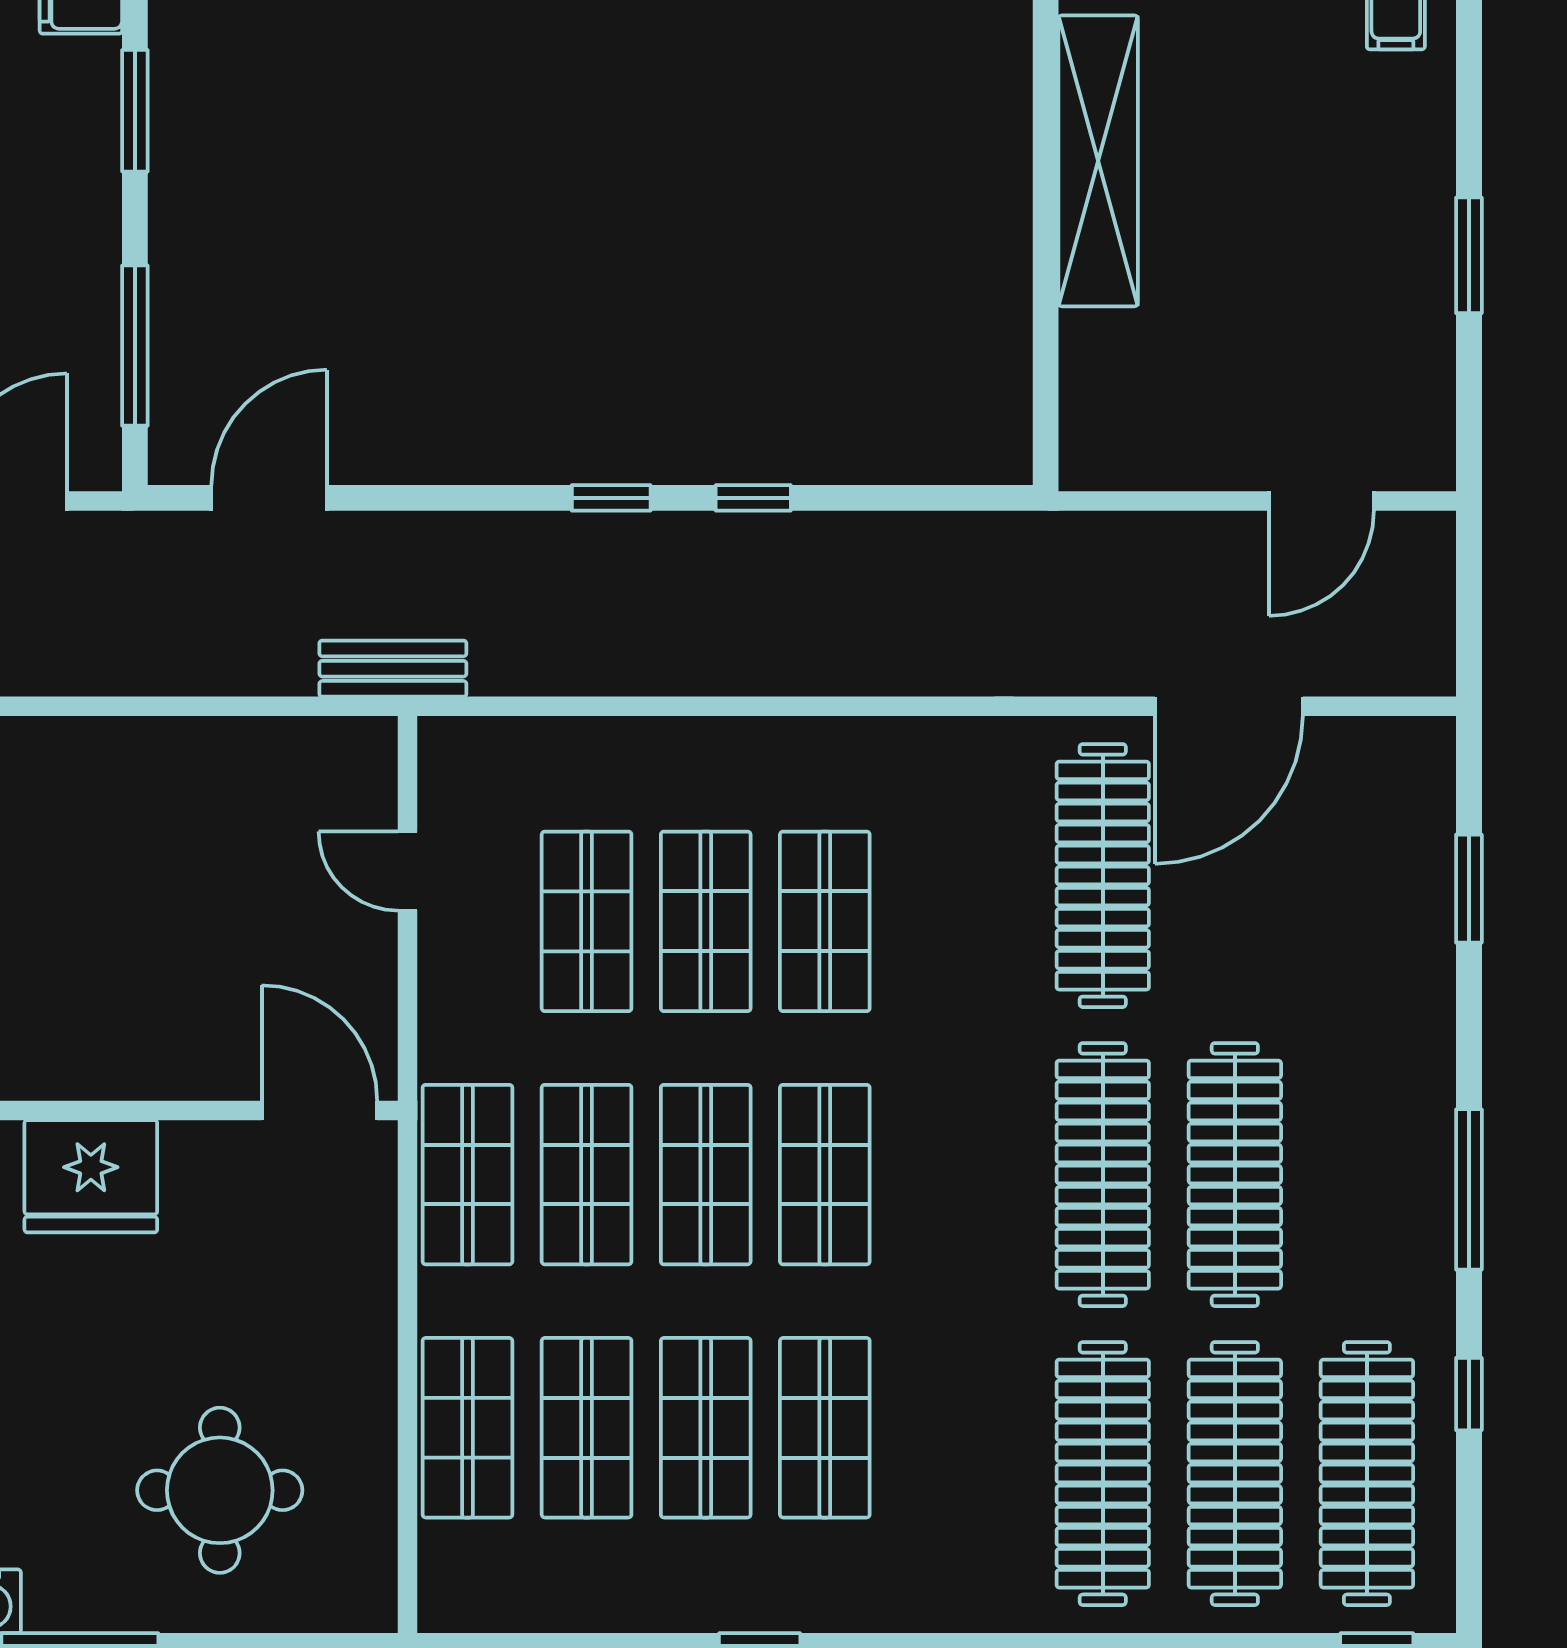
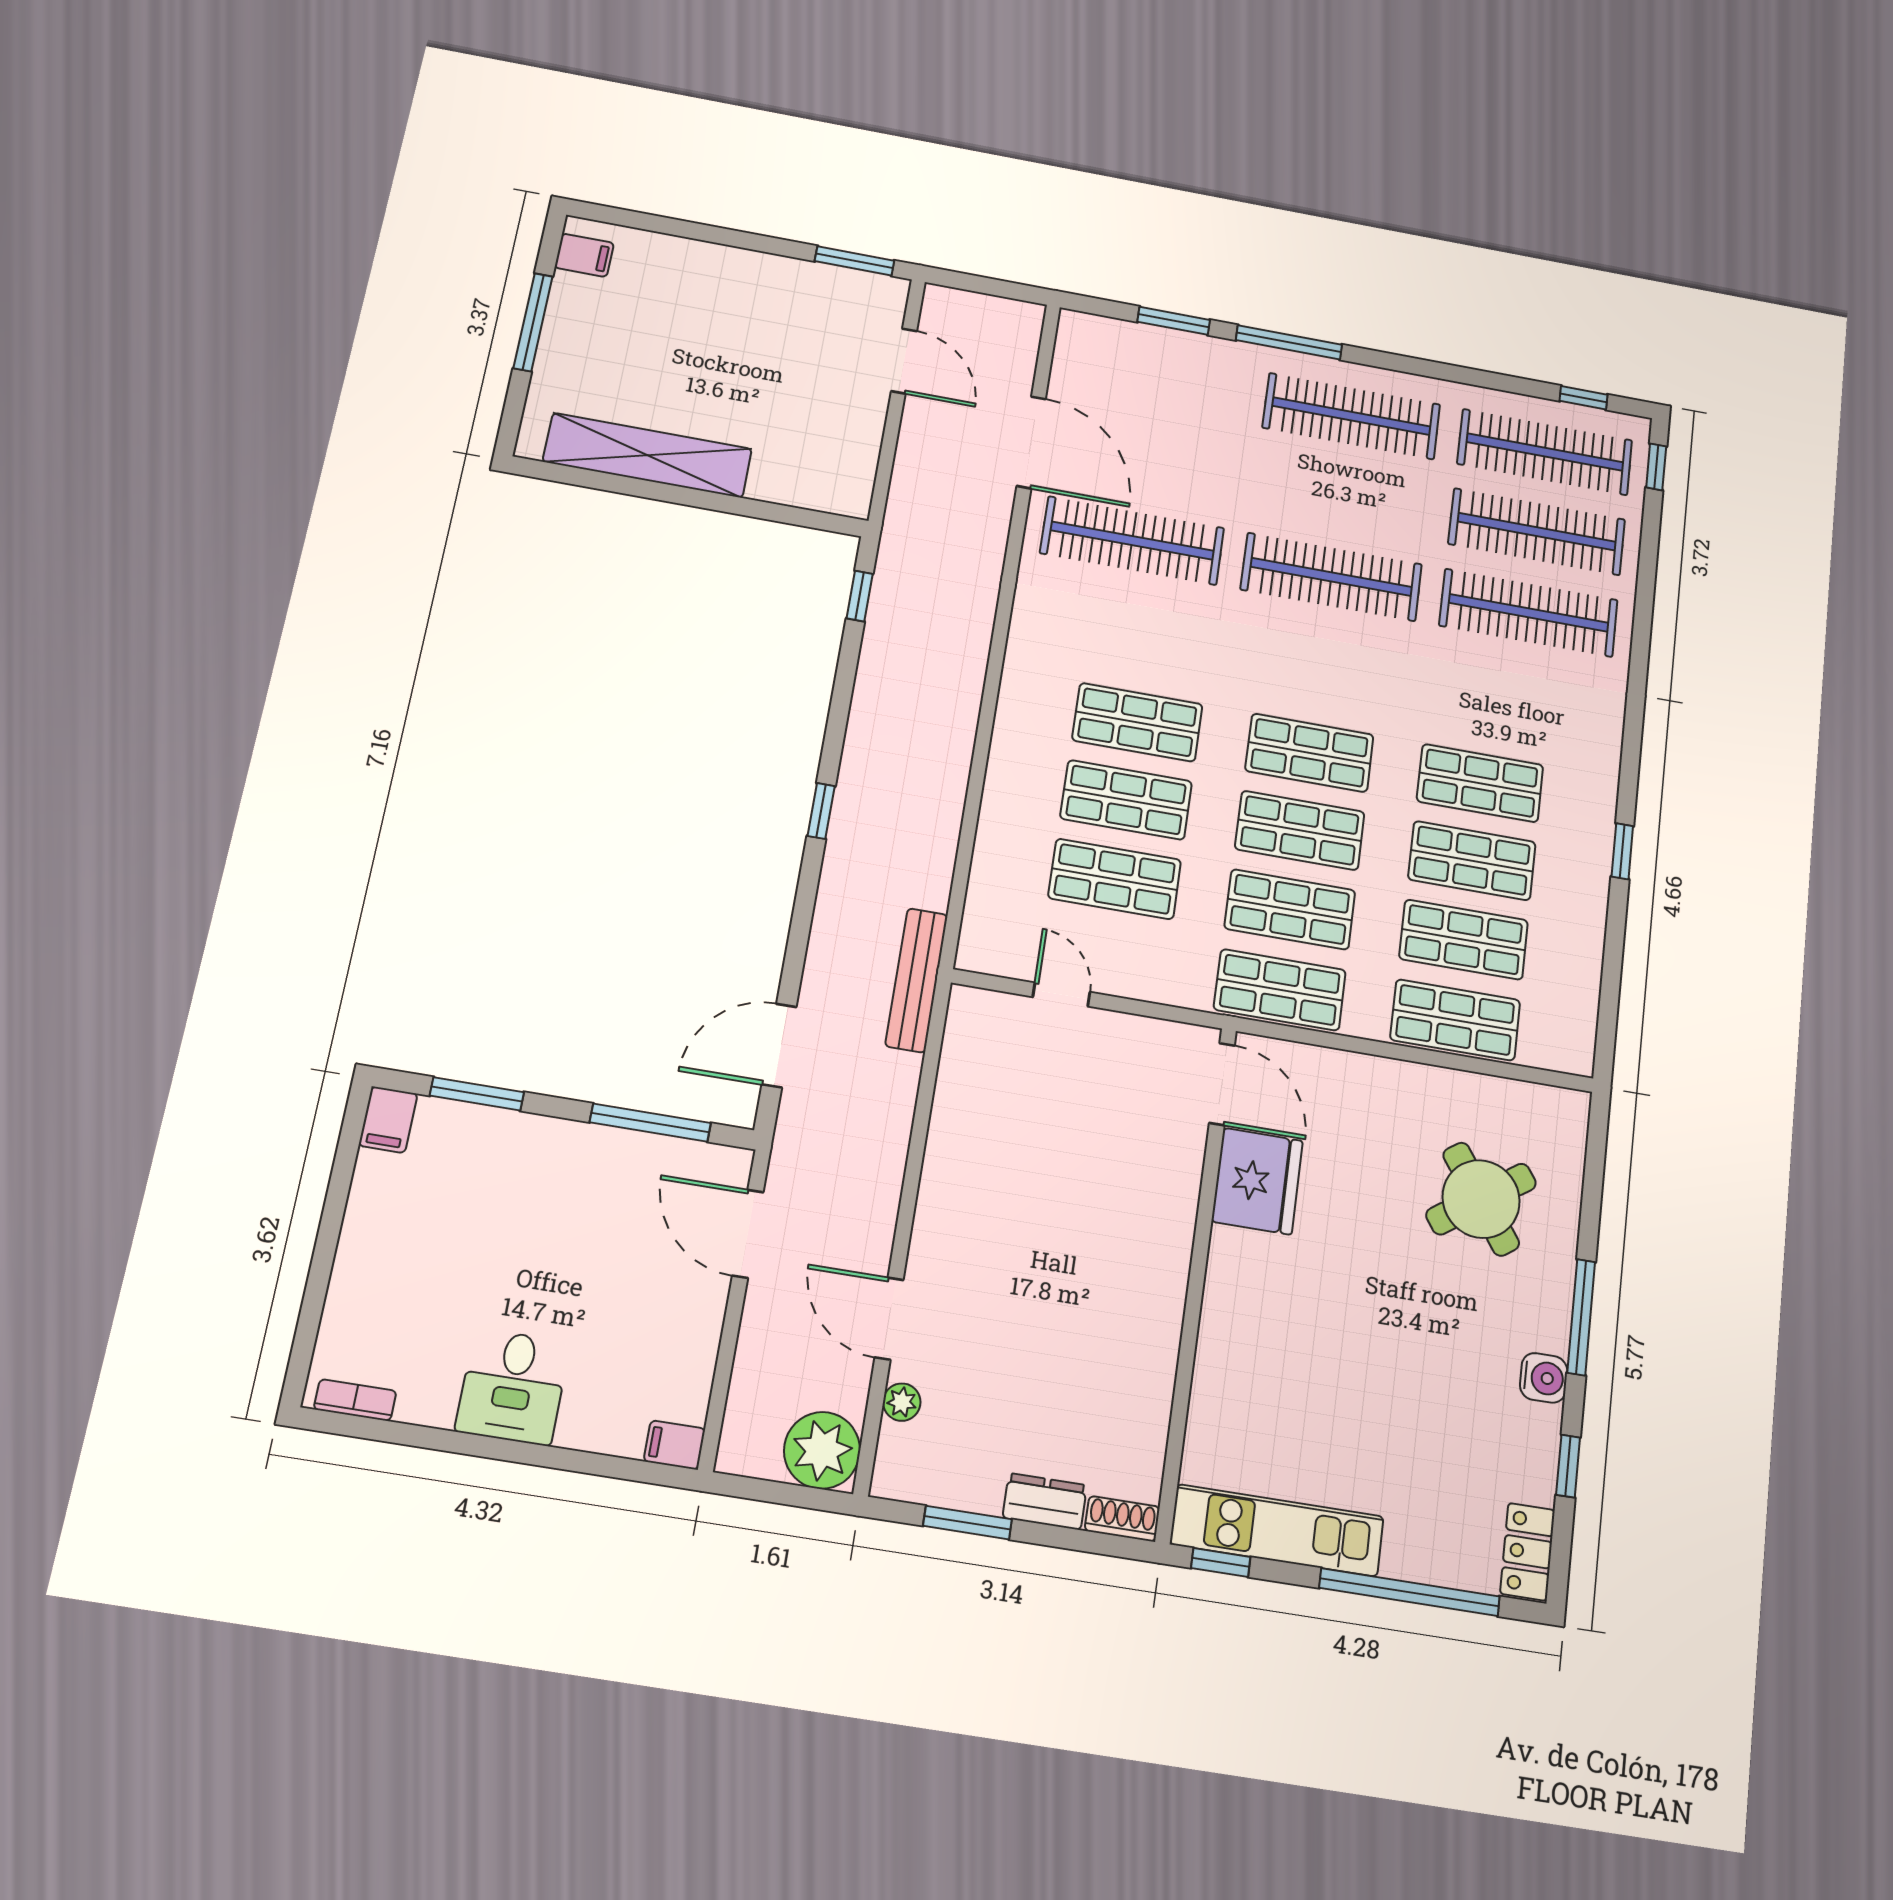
window: (1469, 255) -> (854, 261), moved
door: (269, 498) -> (779, 1046), hinge flipped
window: (753, 498) -> (860, 596), moved
bench: (393, 669) -> (916, 980), width x1.36
door: (407, 871) -> (1061, 994), swing flipped
door: (319, 1110) -> (1222, 1084), swing flipped
clothes rail: (1235, 1175) -> (1351, 416), moved
fridge: (91, 1176) -> (1257, 1181), moved
window: (1469, 1189) -> (1289, 342), moved
window: (1469, 1394) -> (1584, 398), moved
round table: (220, 1490) -> (1481, 1199), turned -35

